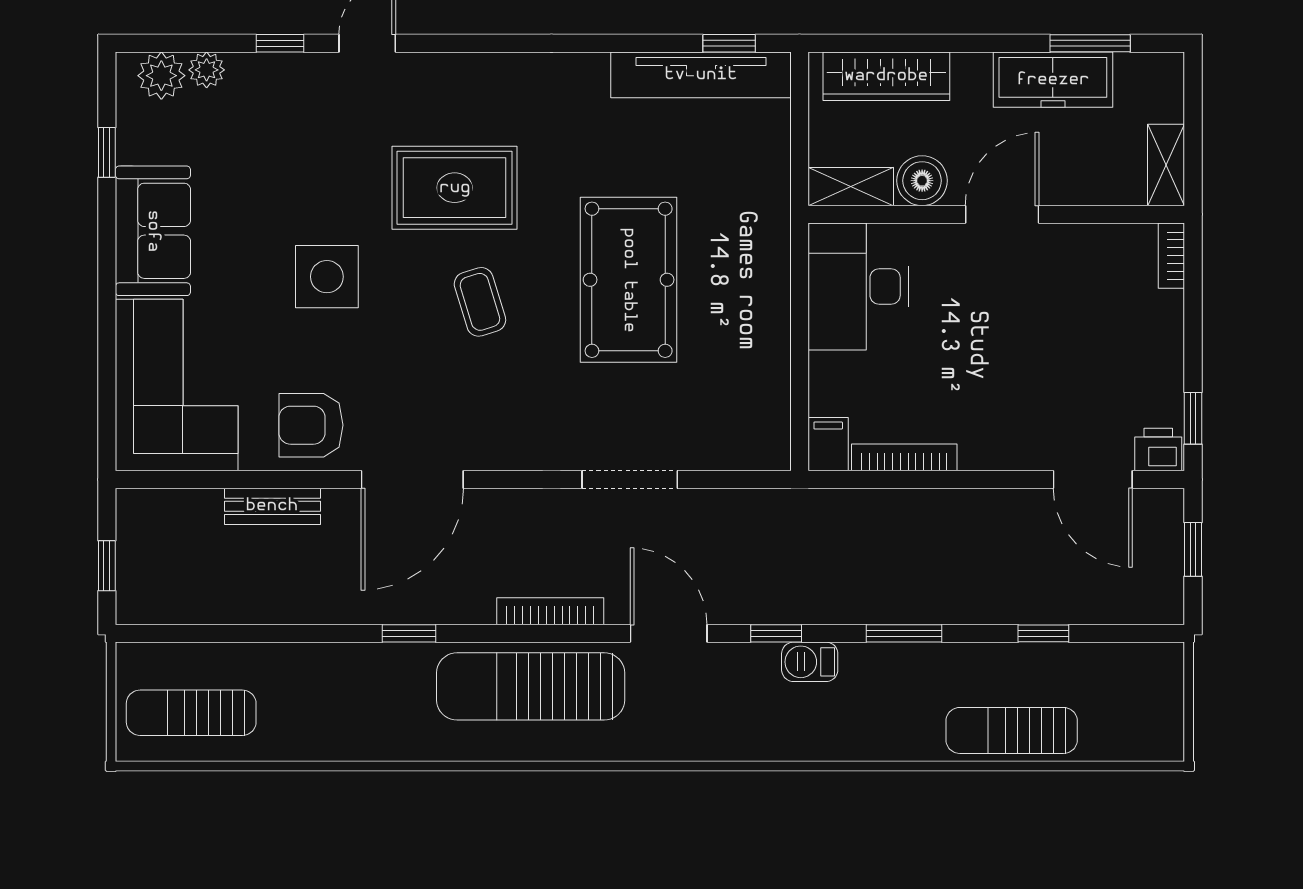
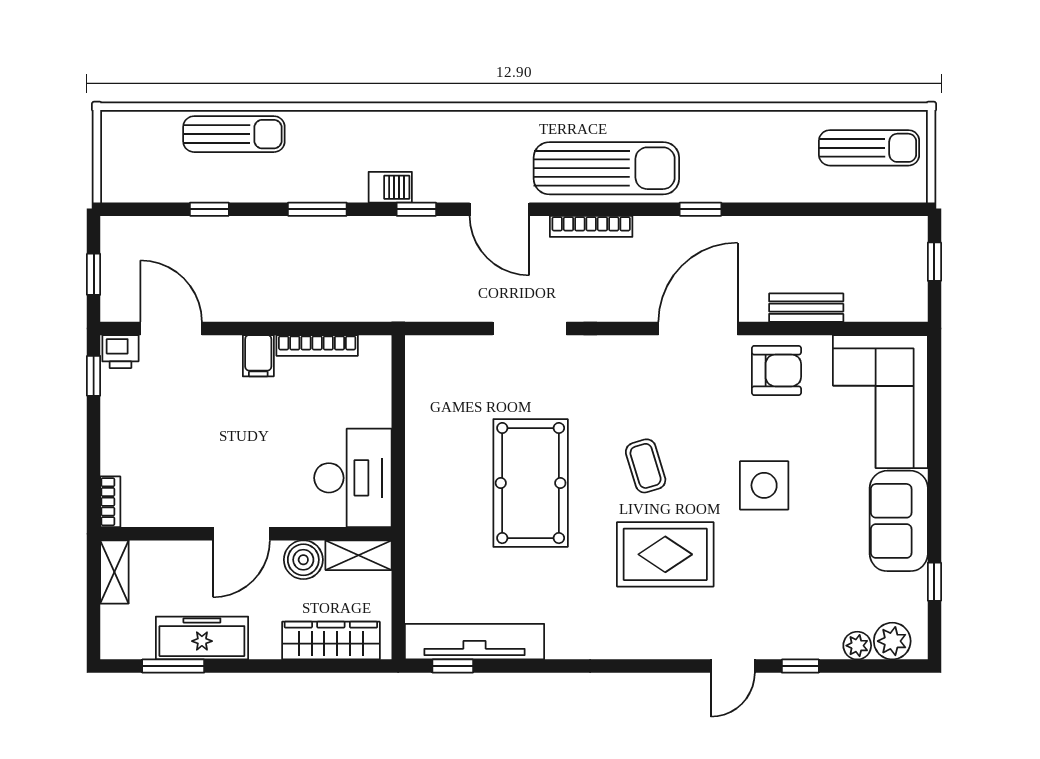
filing cabinet: (828, 444) -> (258, 356), moved

